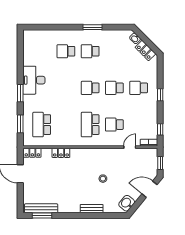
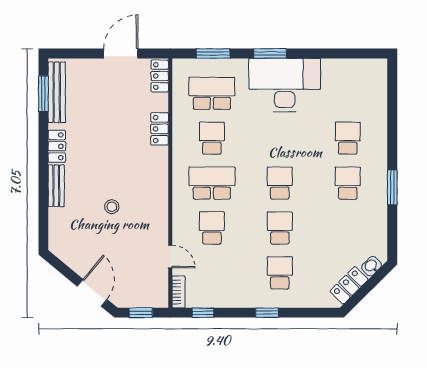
desk: (34, 80) -> (285, 85), width x1.36, depth x1.30
school desk: (66, 125) -> (212, 138), added
washbasin: (127, 203) -> (66, 251), removed
locker: (70, 208) -> (57, 146), added

